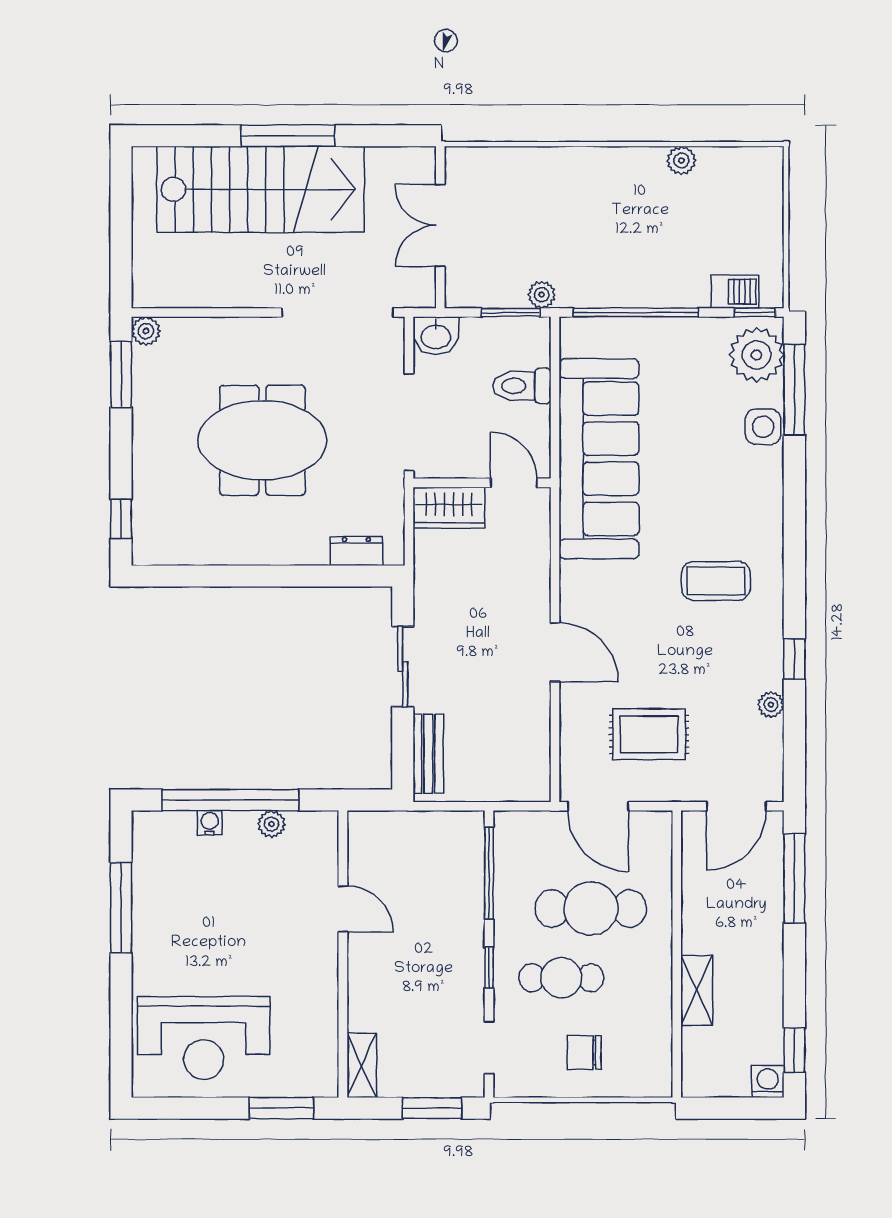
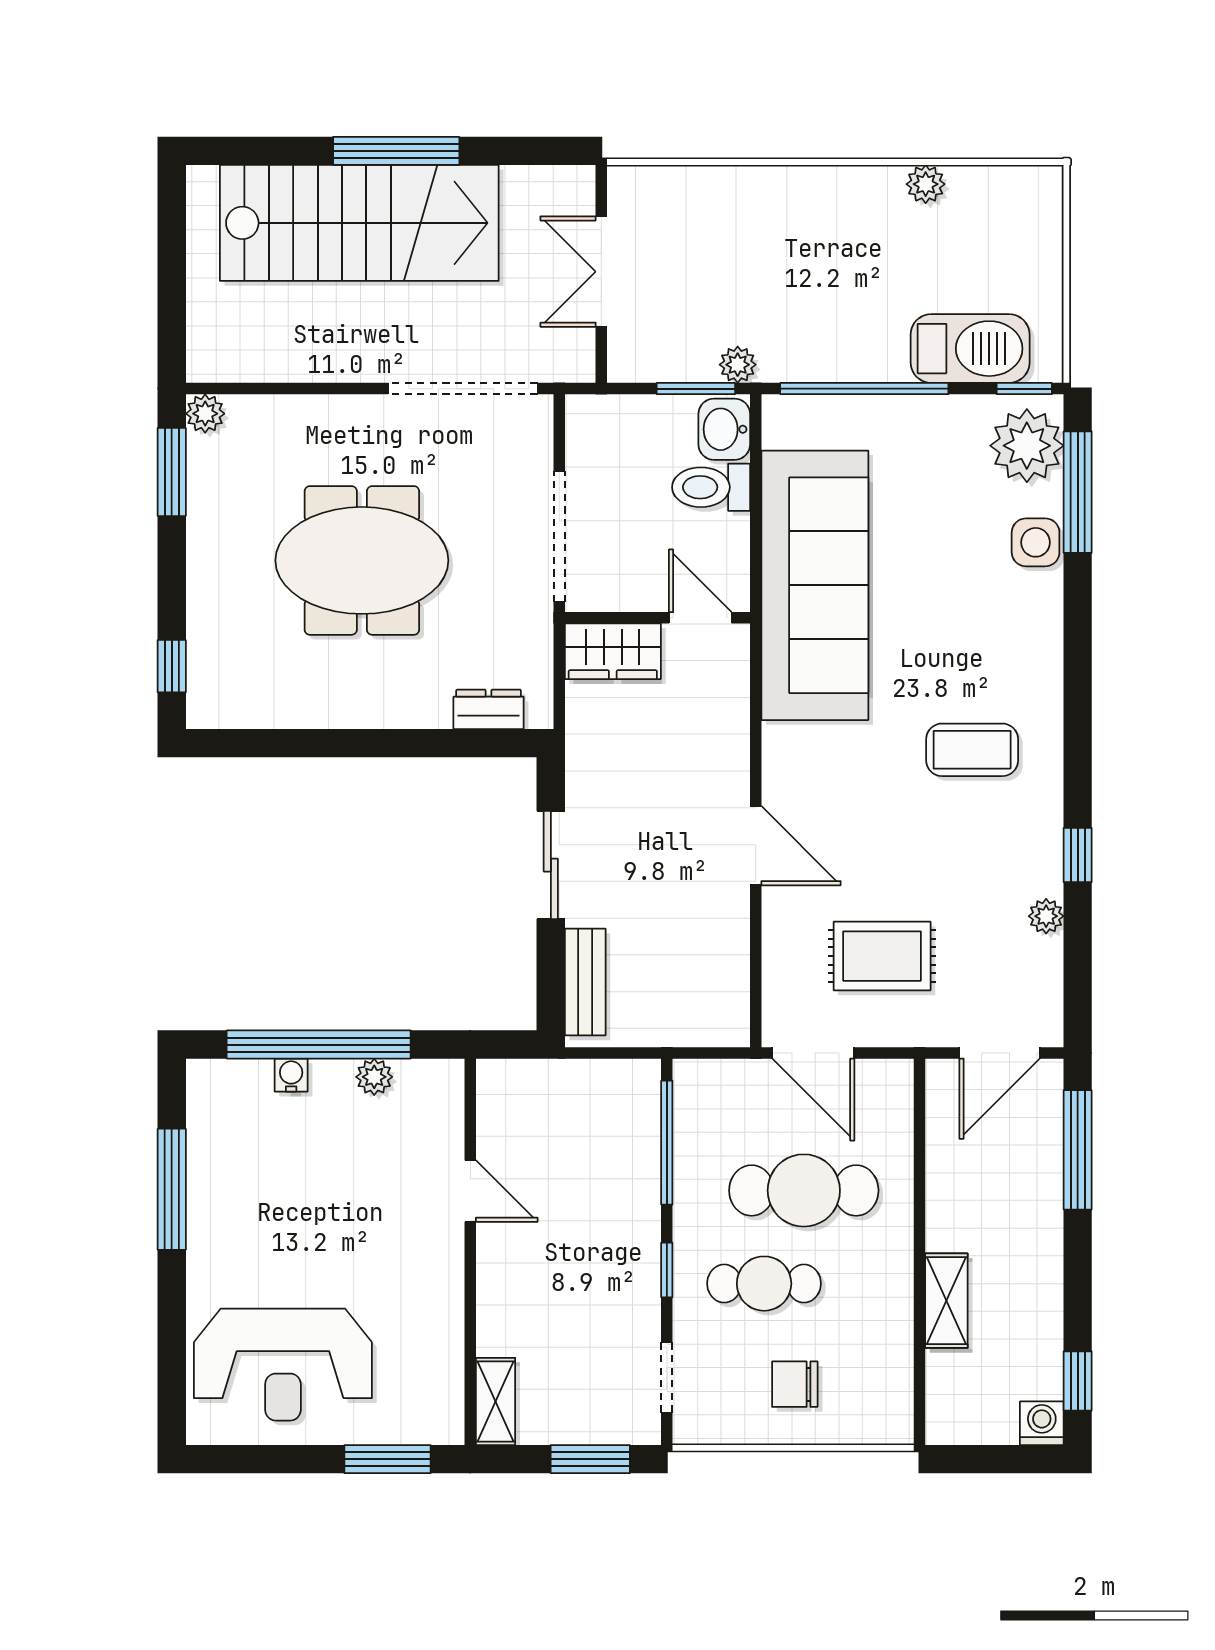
barbecue: (735, 292) -> (970, 349), width x1.88, depth x1.53
washbasin: (436, 336) -> (724, 429), moved, turned 90

